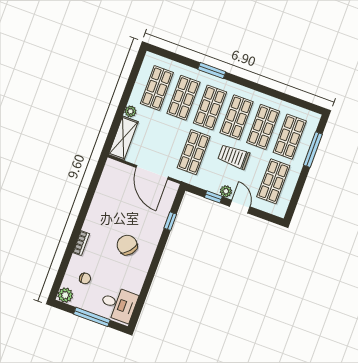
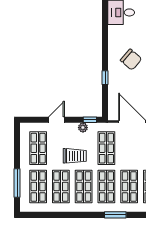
plant: (226, 191) -> (83, 128), moved
window: (213, 197) -> (90, 120), moved
door: (240, 207) -> (56, 120), swing flipped
window: (170, 221) -> (105, 78), moved

